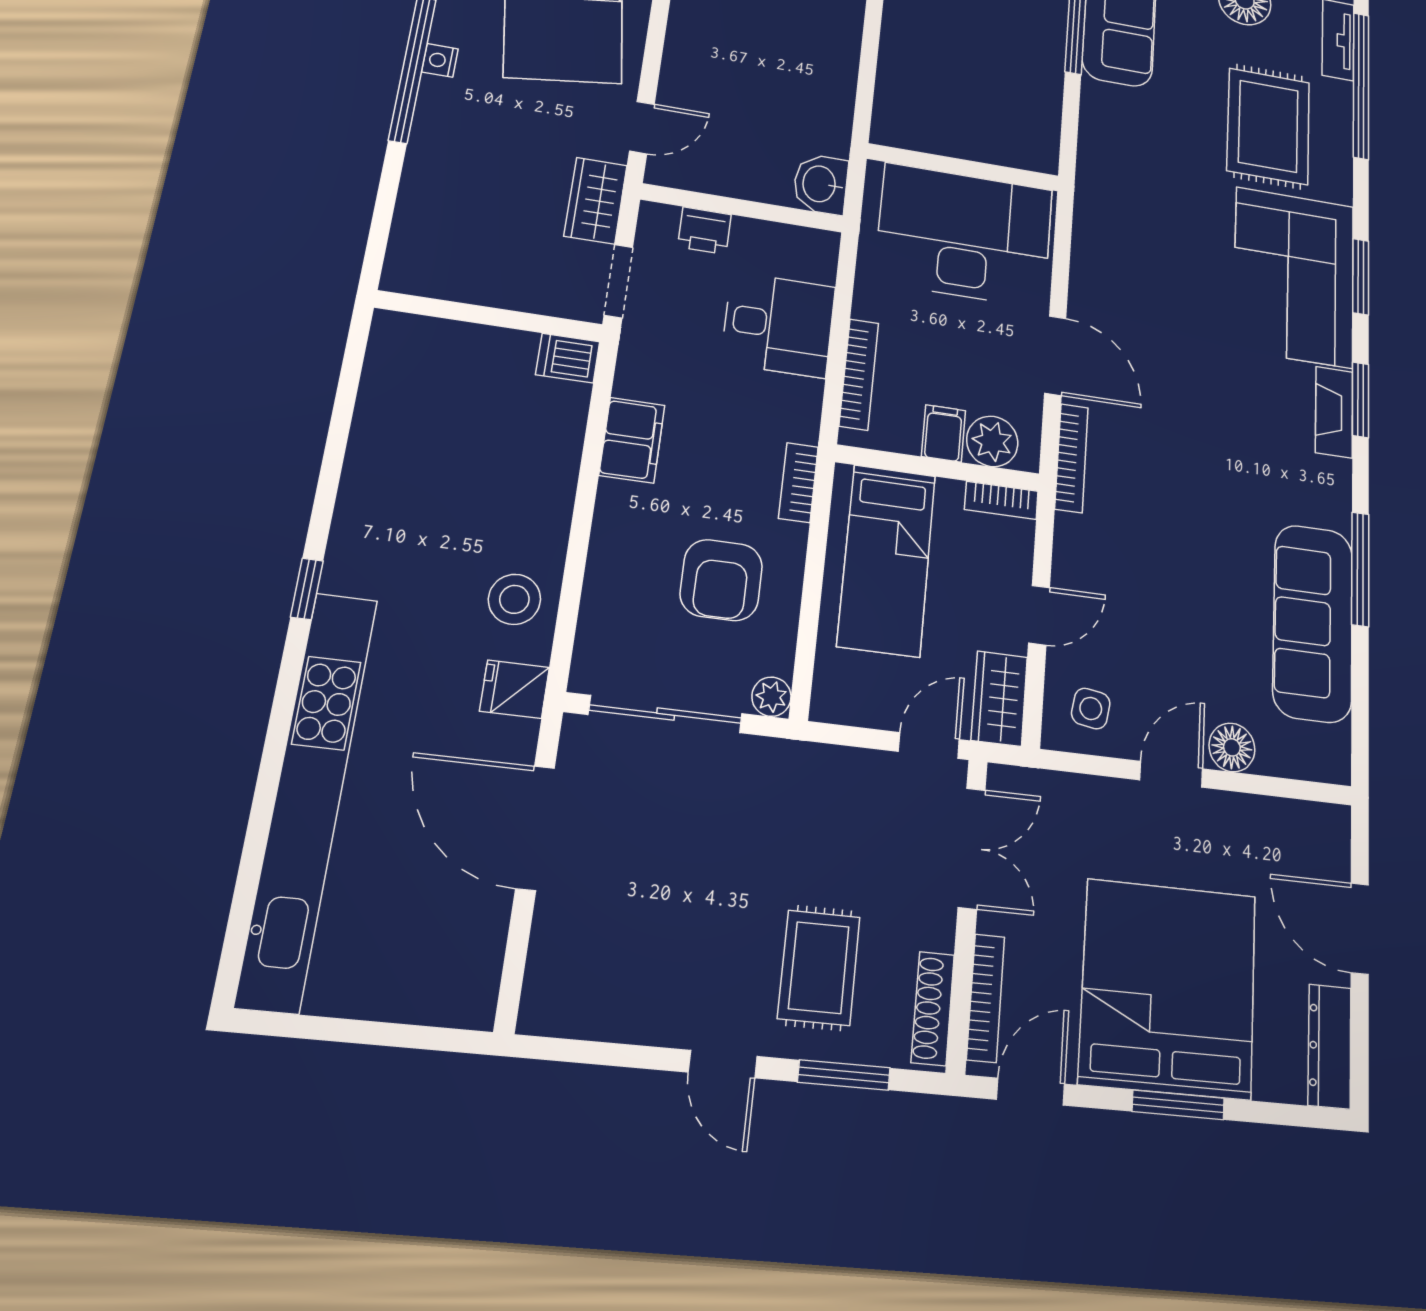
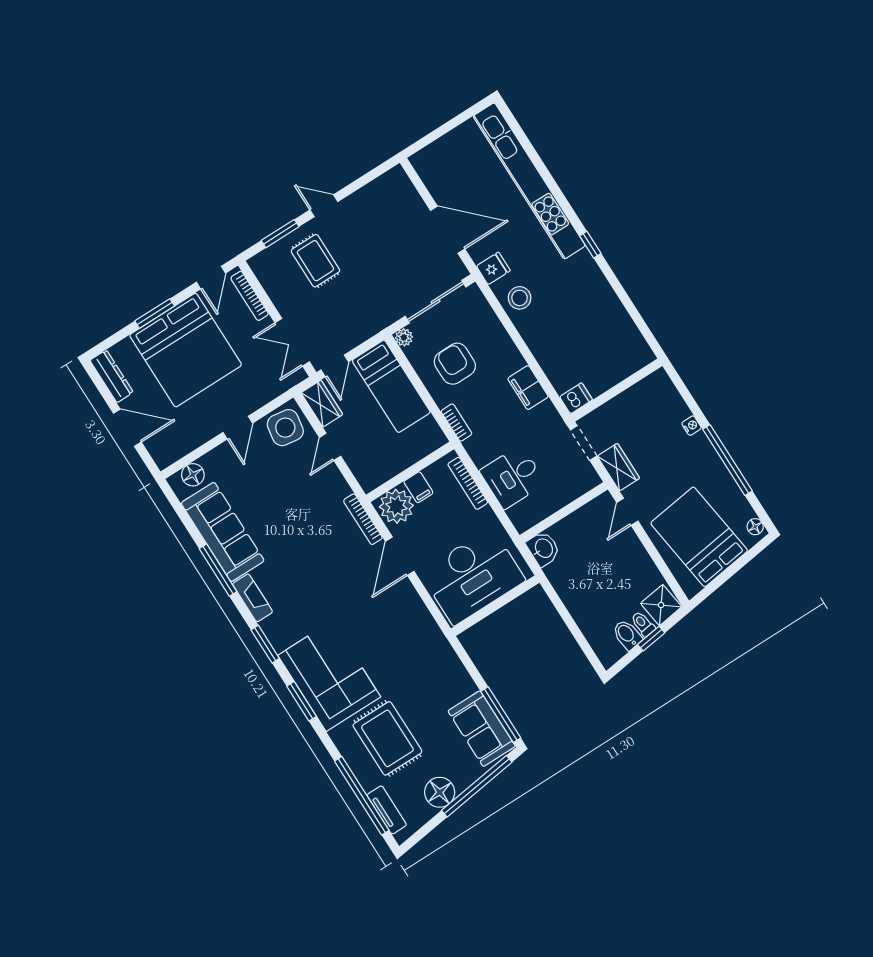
nightstand: (440, 60) -> (692, 426), moved
printer: (704, 231) -> (570, 491), removed
door: (1055, 356) -> (400, 556), hinge flipped
fireplace: (1334, 412) -> (253, 598), moved
plant: (992, 441) -> (396, 506), width x1.36, depth x1.36
bookcase: (1001, 500) -> (377, 479), removed
bed: (887, 560) -> (391, 386), moved, turned 180
side table: (1091, 708) -> (285, 428), width x1.87, depth x1.87
floor lamp: (1232, 747) -> (193, 475), moved
shoe rack: (933, 1008) -> (266, 278), removed

